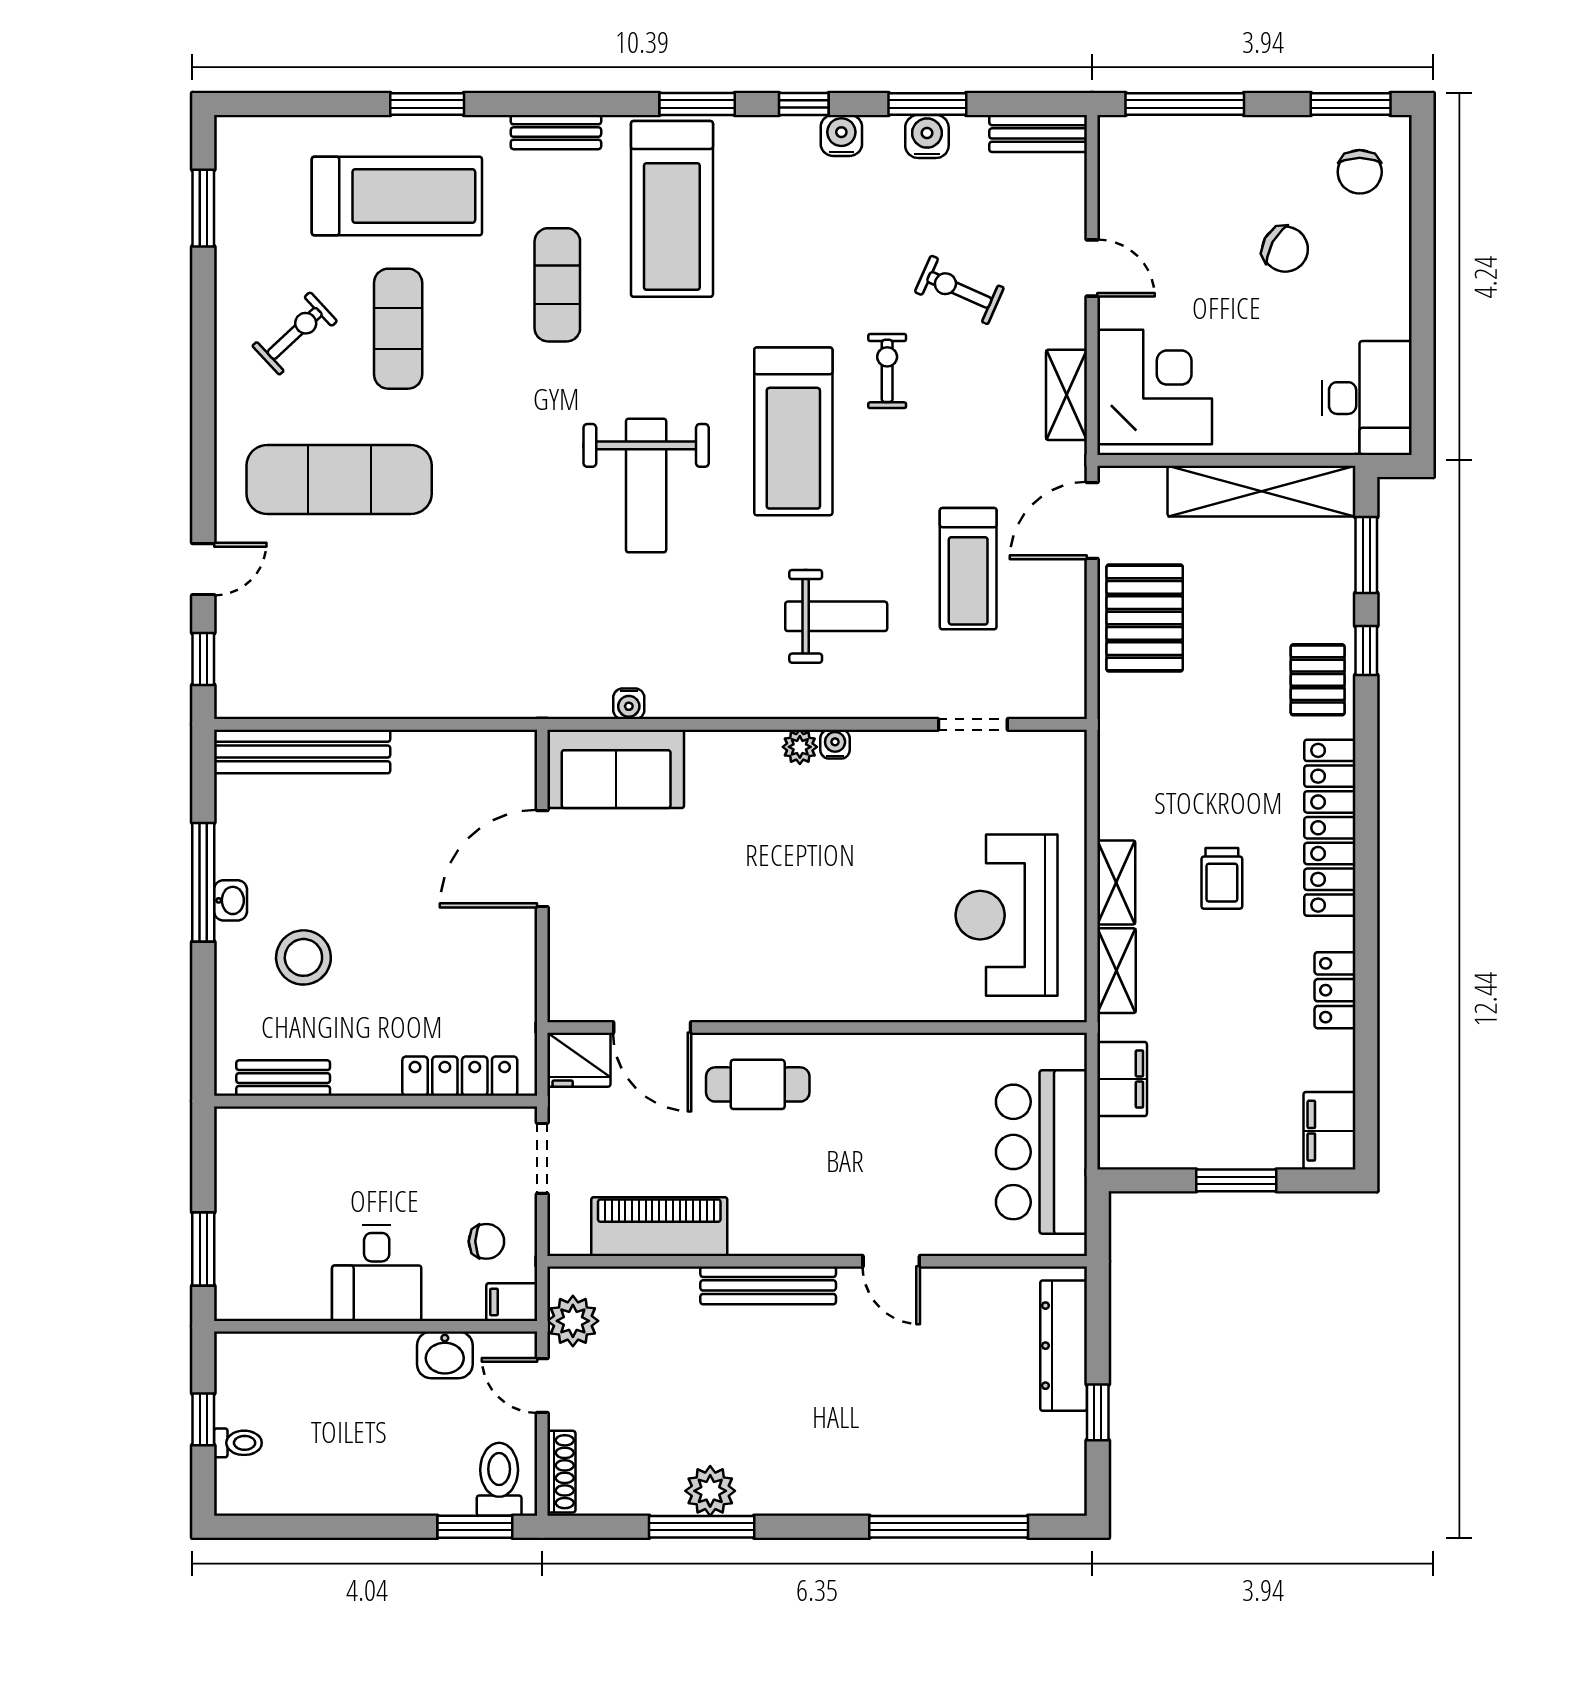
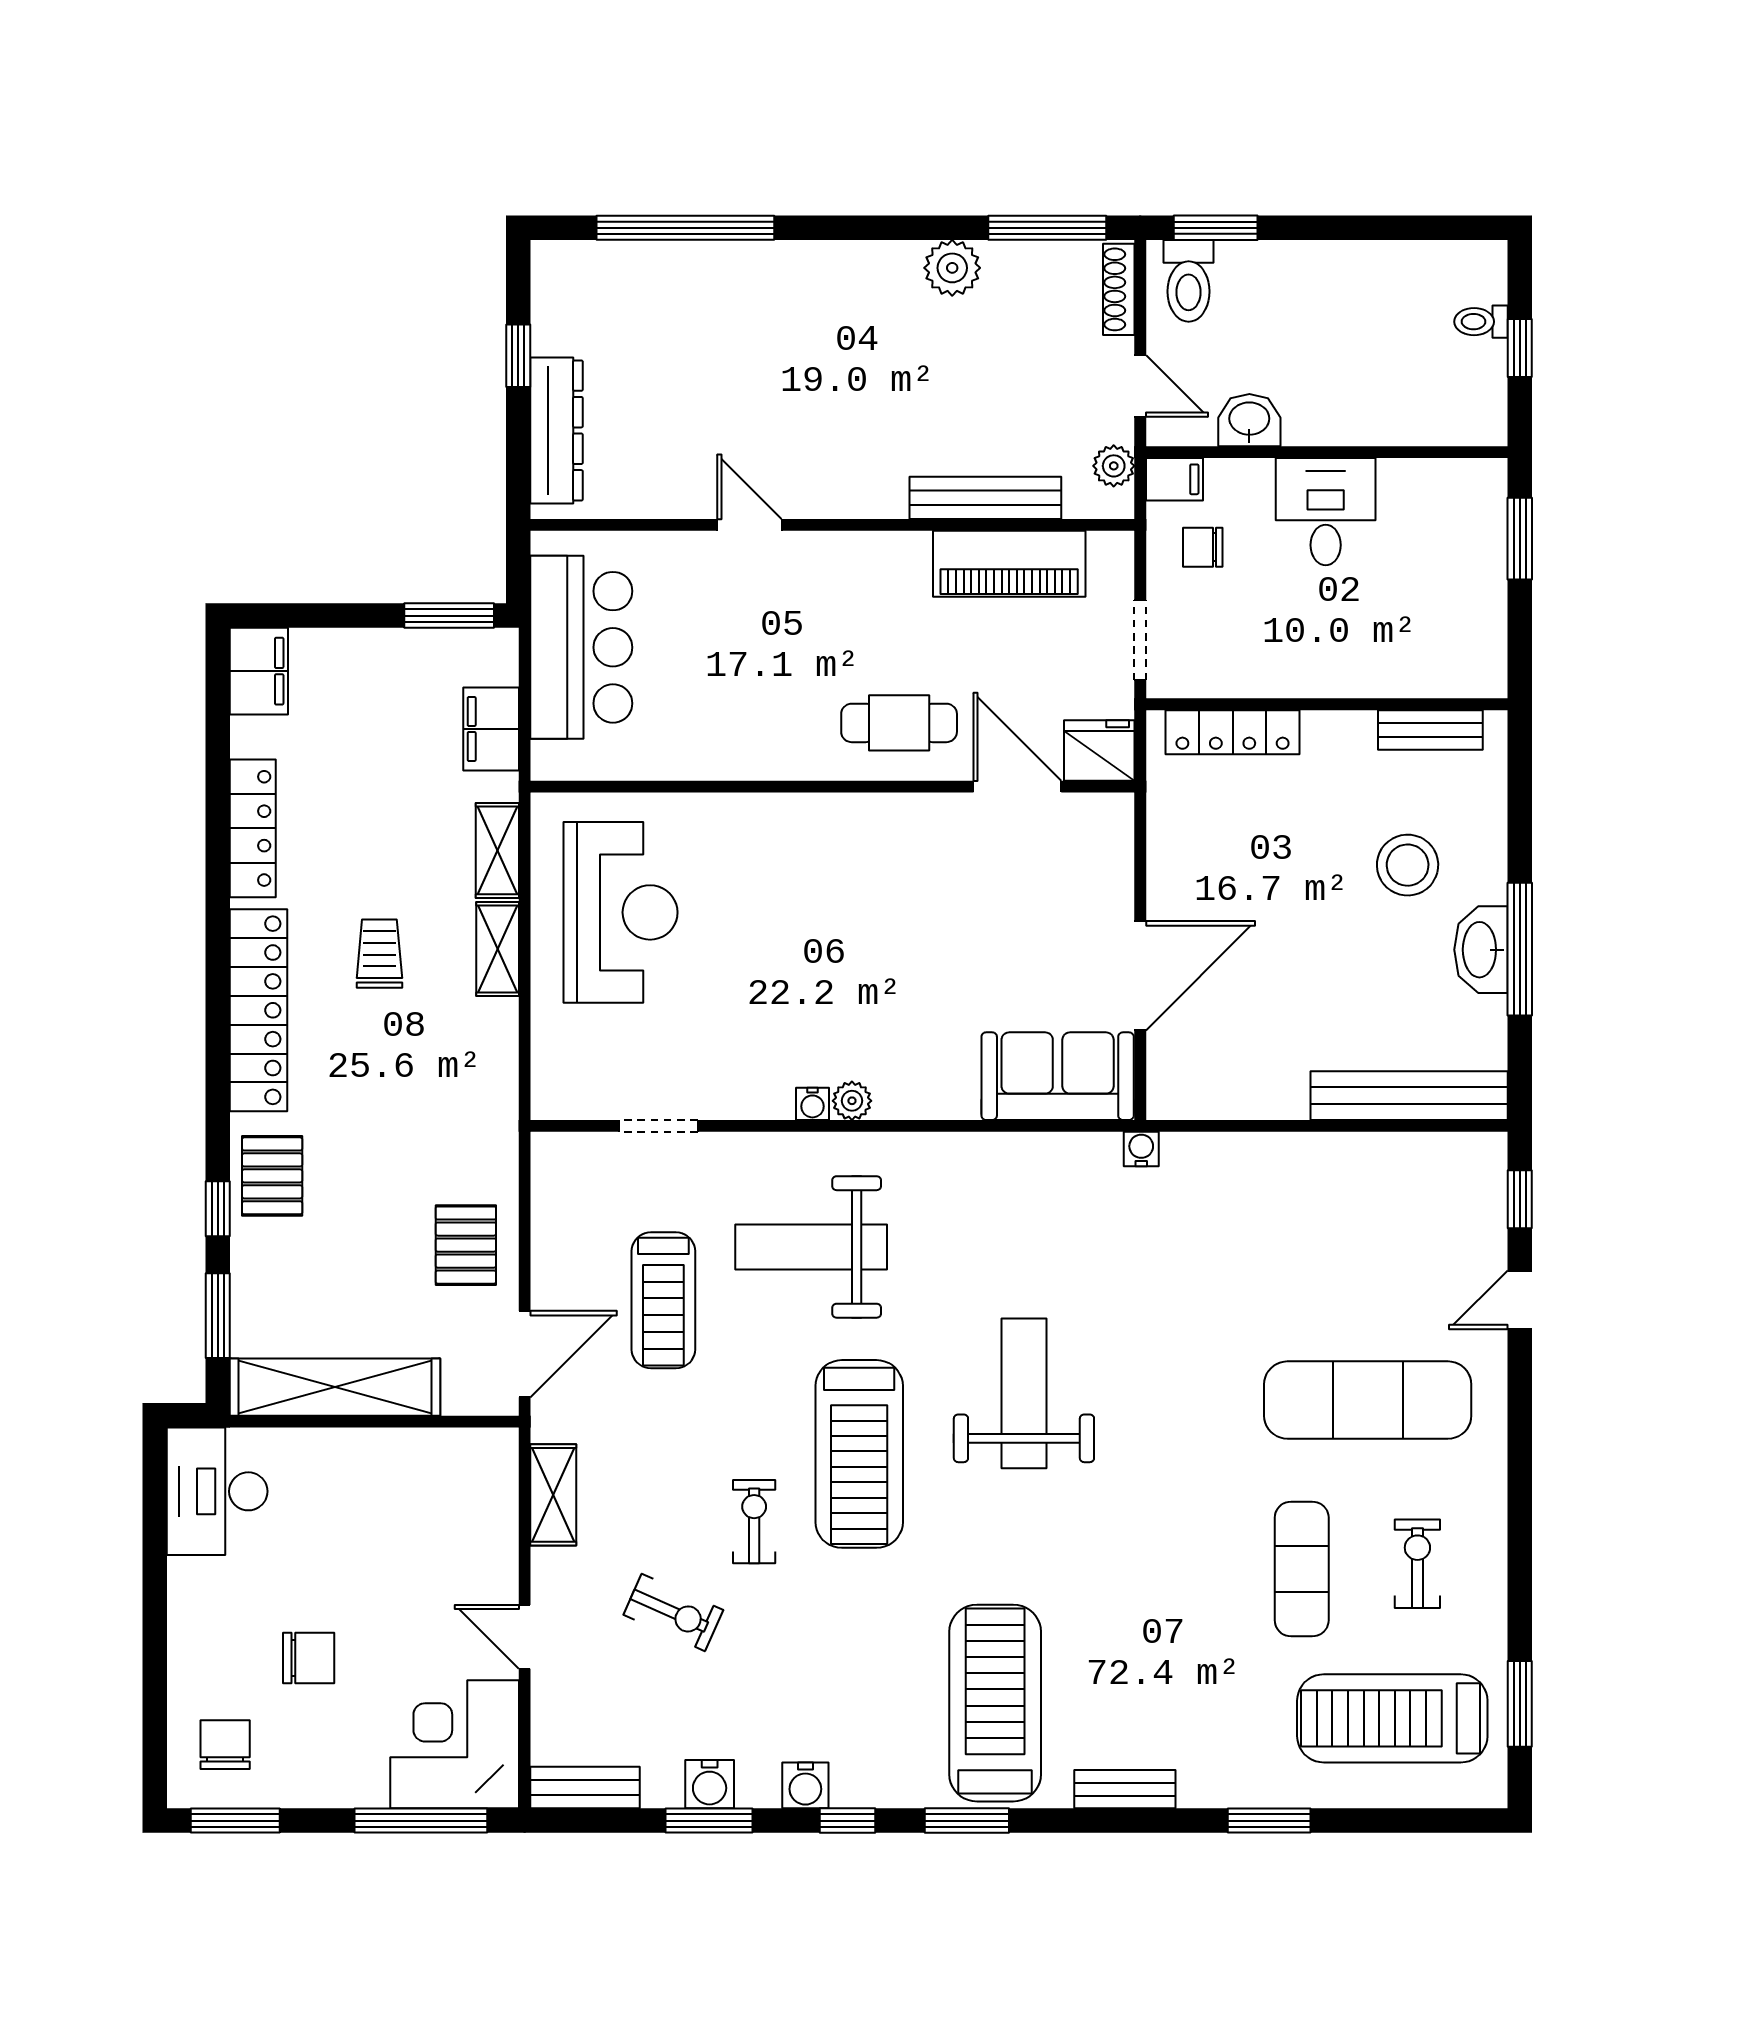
treadmill: (397, 196) -> (1392, 1718), moved
chair: (1285, 249) -> (309, 1658), turned 151
exercise mat: (557, 285) -> (1123, 1618), removed
exercise bike: (295, 333) -> (1417, 1564), turned 133
exercise bike: (887, 371) -> (754, 1522), turned 180
corner desk: (1155, 387) -> (455, 1744), moved, turned 90
treadmill: (793, 431) -> (859, 1454), turned 180
treadmill: (968, 569) -> (663, 1300), turned 180
weight bench: (836, 616) -> (811, 1247), width x1.36, depth x1.33
pallet: (1145, 618) -> (466, 1245), width x0.67, depth x0.71
water cooler: (629, 704) -> (1141, 1149), moved
washbasin: (231, 900) -> (1481, 950), width x1.91, depth x1.45
locker: (1335, 990) -> (253, 828), width x1.53
window: (1236, 1180) -> (449, 616), moved
bench: (768, 1285) -> (985, 498), moved
plant: (573, 1321) -> (1114, 466), width x0.73, depth x0.73
window: (702, 1527) -> (1047, 228), moved

